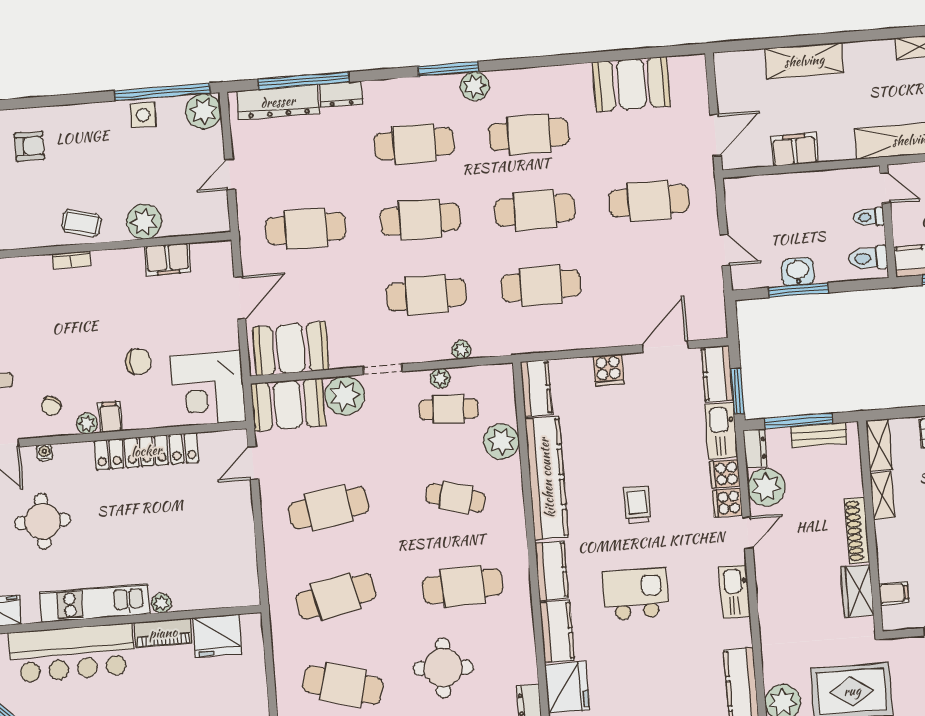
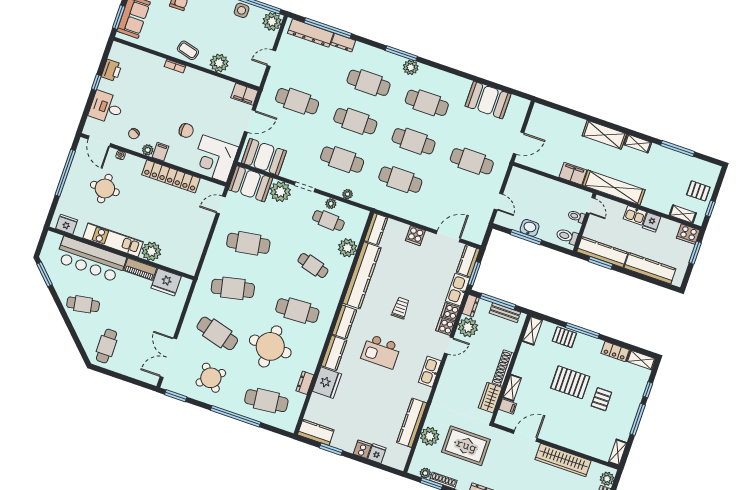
shelving: (804, 61) -> (604, 135), moved
filing cabinet: (795, 150) -> (573, 174), moved
filing cabinet: (168, 259) -> (244, 94), moved
shelving: (882, 495) -> (512, 388), moved
kitchen island: (636, 594) -> (381, 352), turned 180
plant: (161, 603) -> (151, 251), width x1.87, depth x1.87
round table: (443, 668) -> (270, 346), width x1.36, depth x1.36

